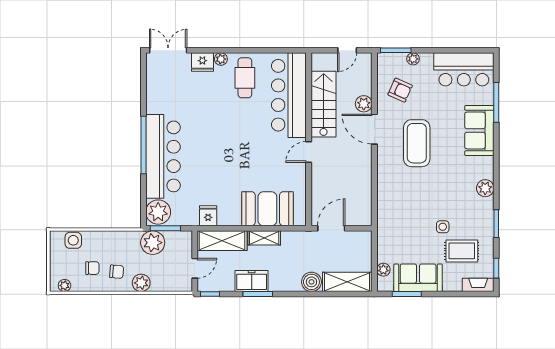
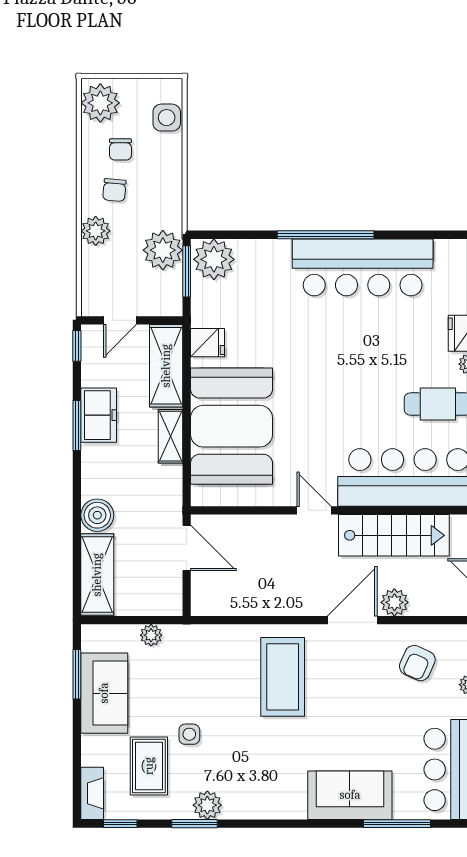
coffee table: (417, 143) -> (283, 677), moved, turned 90
bar counter: (163, 156) -> (363, 267), moved
plant: (485, 188) -> (207, 805), moved
booth: (267, 209) -> (232, 426), width x1.36, depth x1.42
door: (195, 268) -> (120, 320), hinge flipped
plant: (383, 270) -> (151, 635), moved
plant: (64, 285) -> (100, 103), width x1.87, depth x1.87

